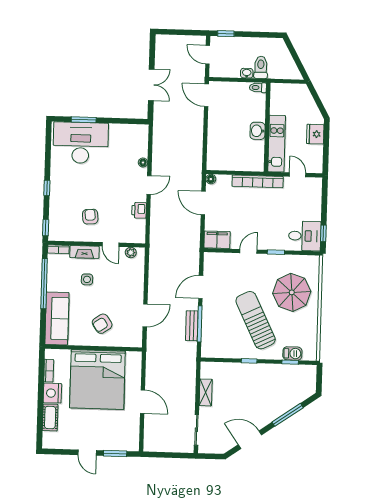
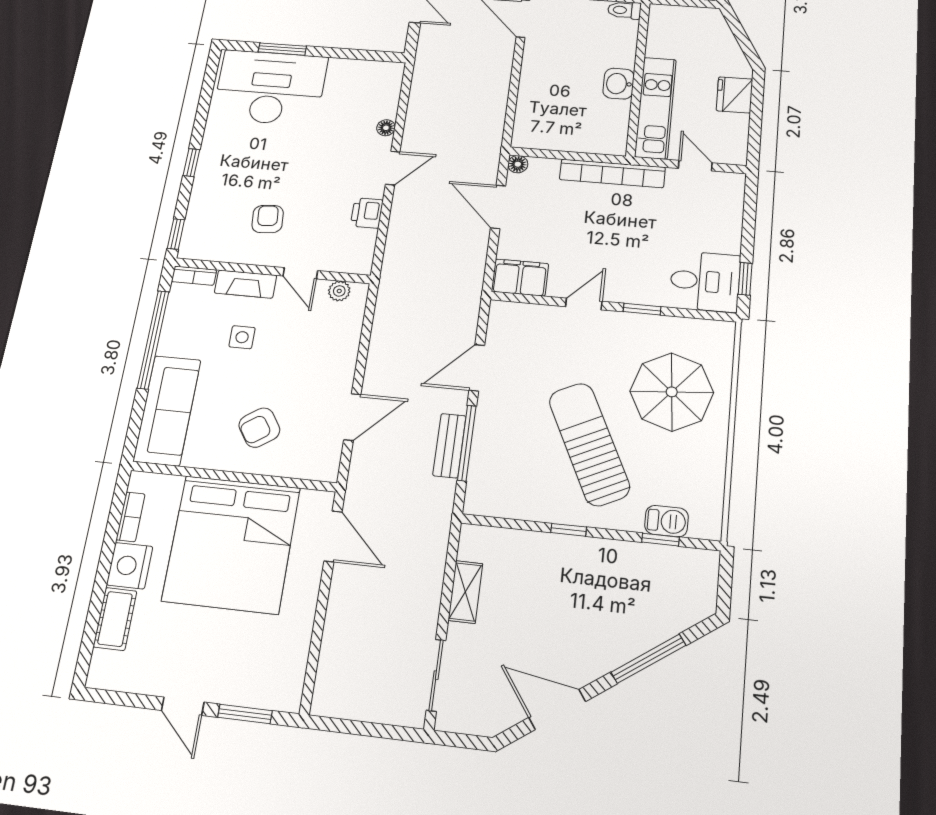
door: (143, 402) -> (333, 536), moved

